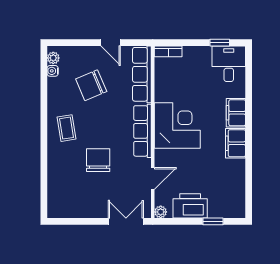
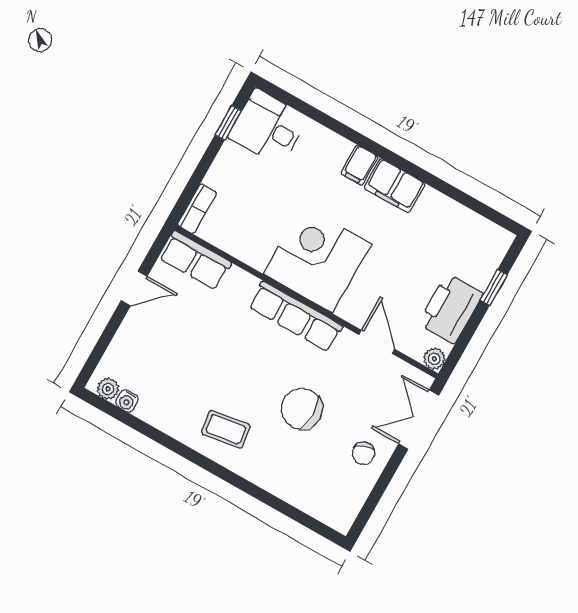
row of seats: (142, 74) -> (195, 260), width x0.68
chair: (91, 85) -> (364, 453), moved, width x0.54, depth x0.54
filing cabinet: (236, 113) -> (359, 165), width x0.50

